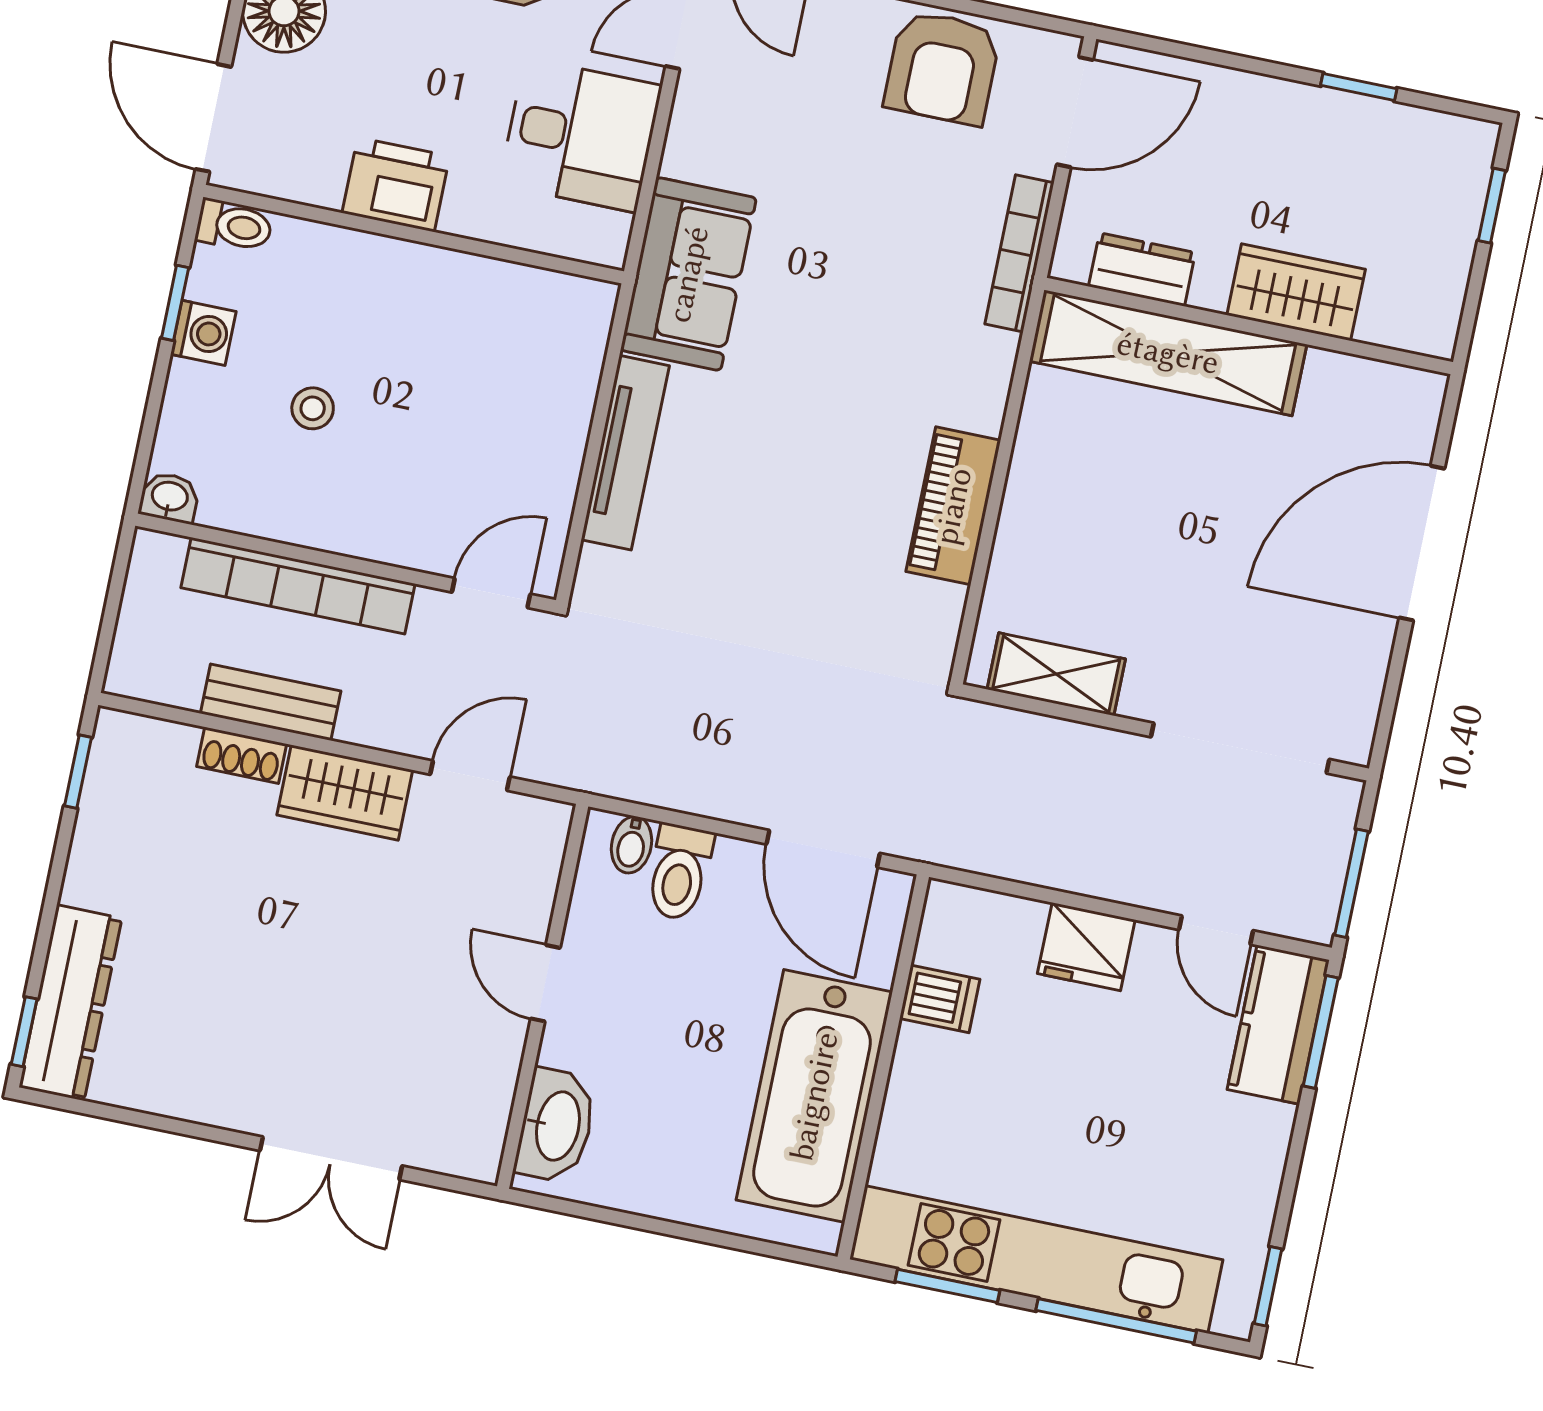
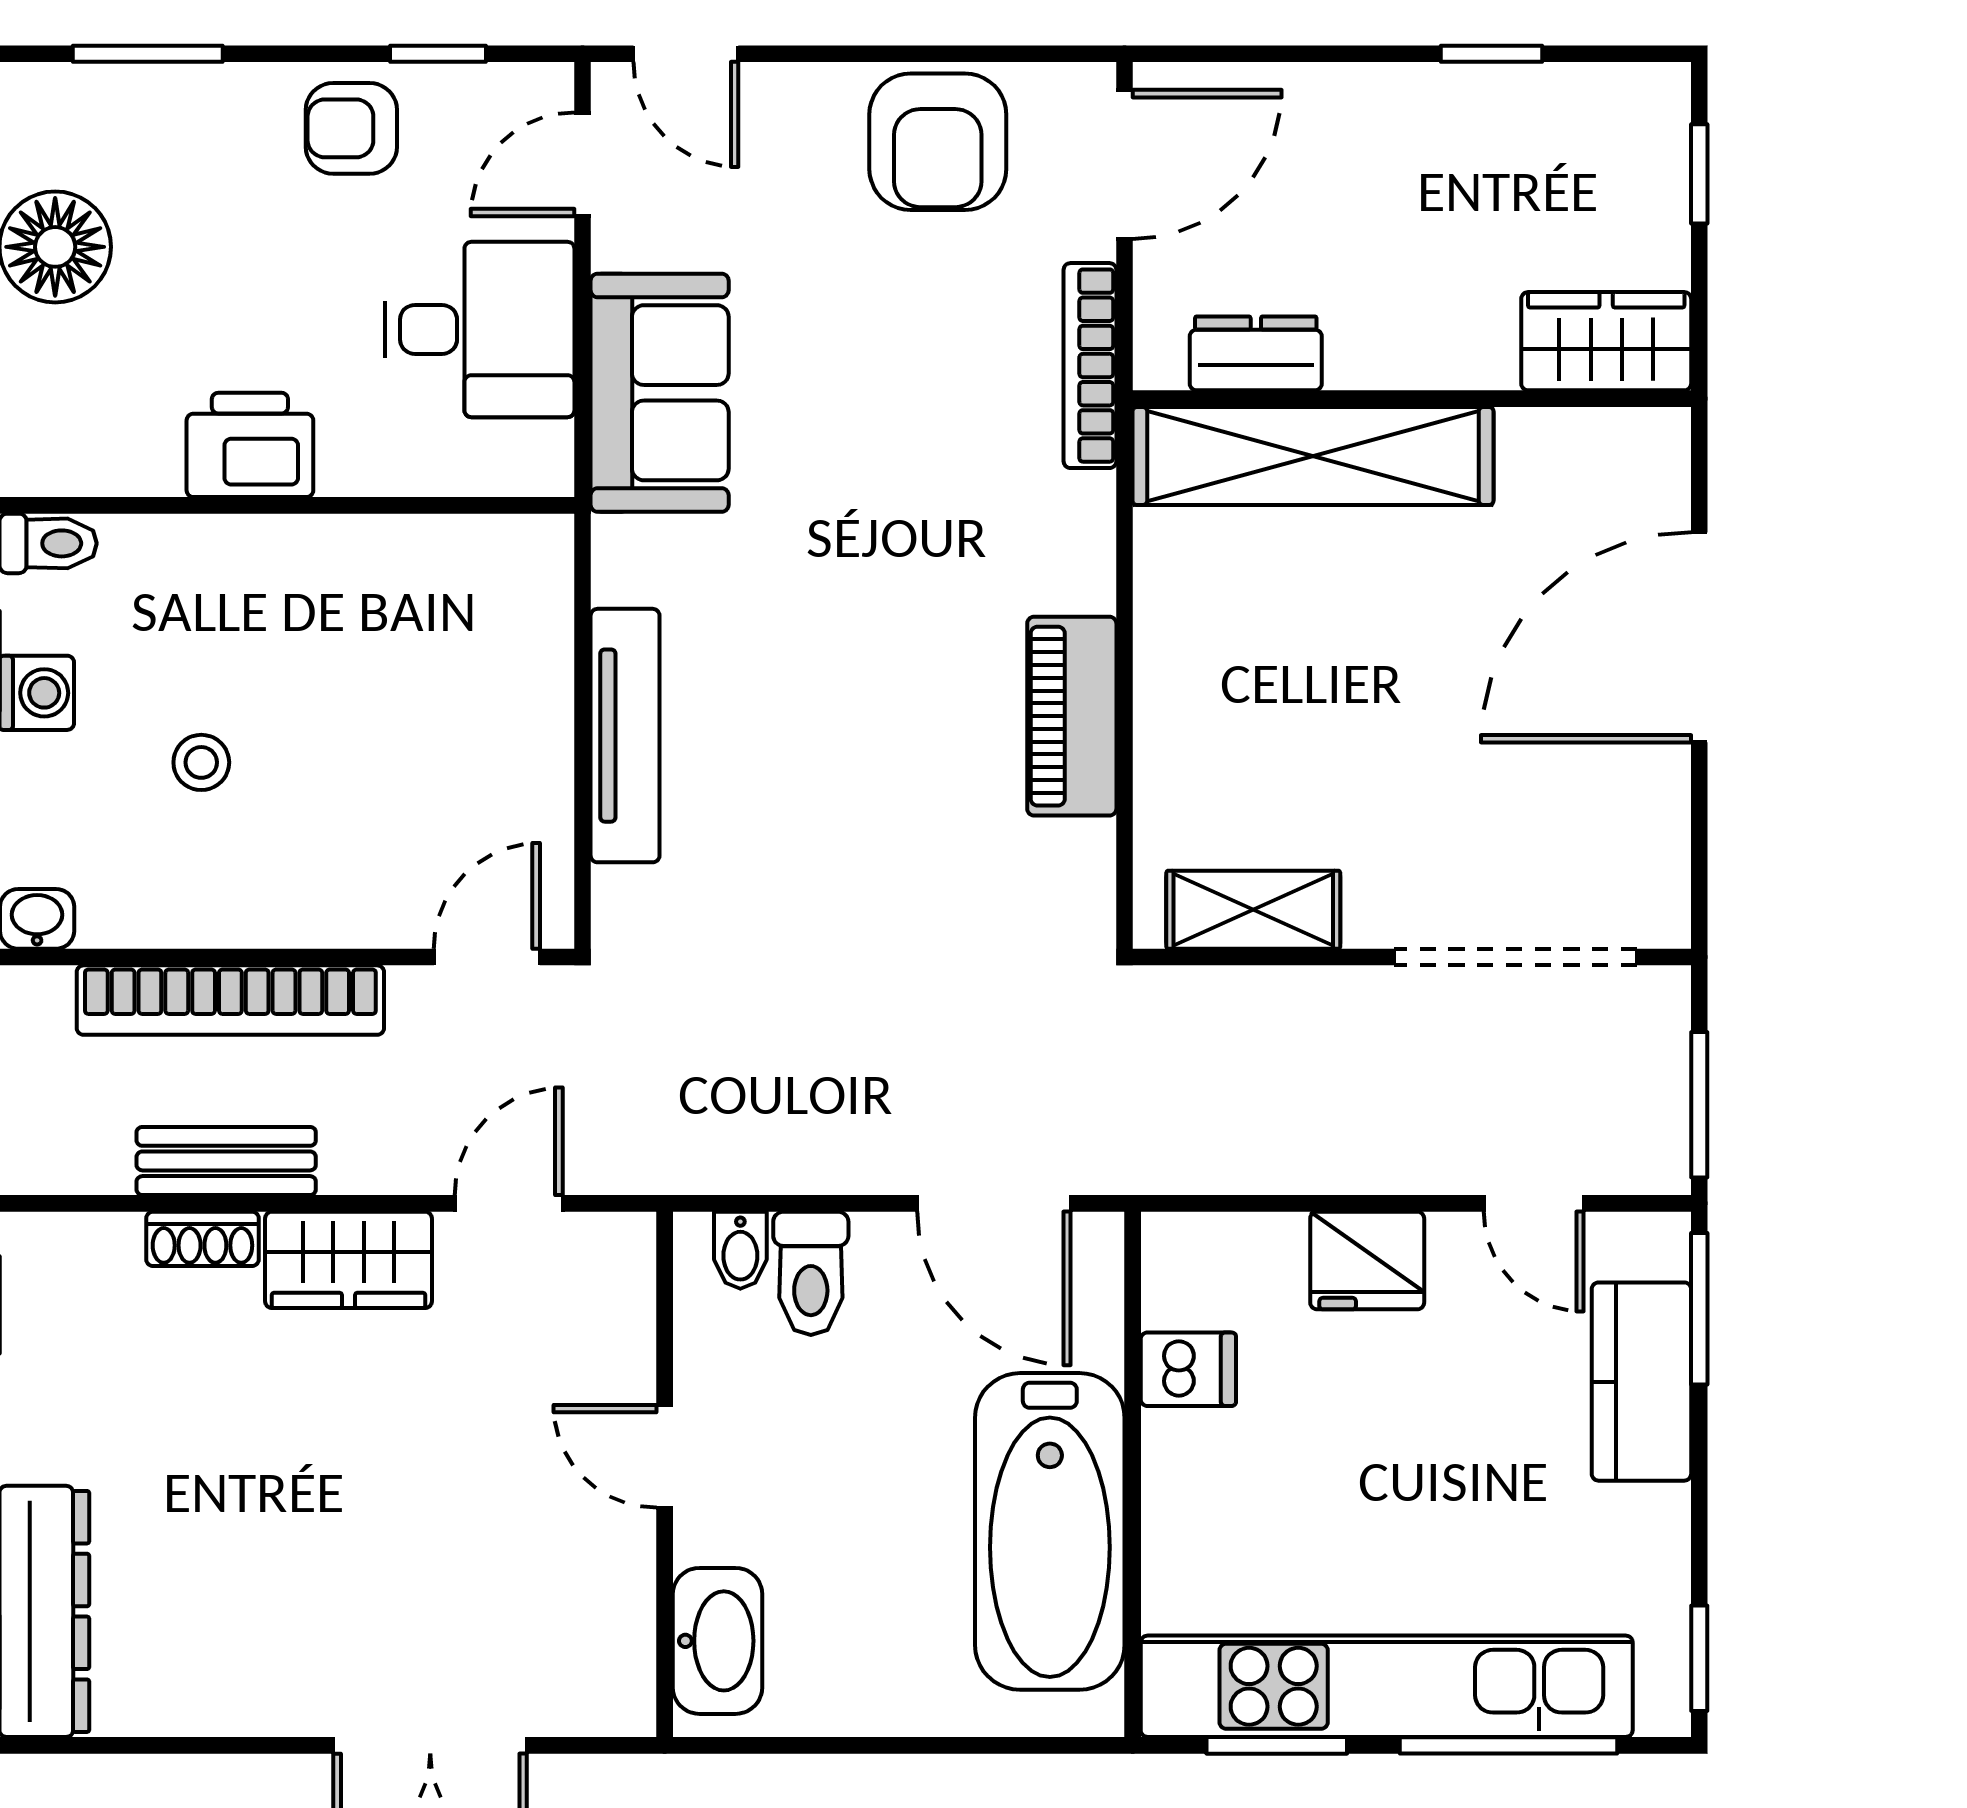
sofa: (688, 274) -> (660, 393), moved
wardrobe: (1296, 292) -> (1606, 341), moved
kitchen counter: (1278, 1025) -> (1641, 1382), moved

